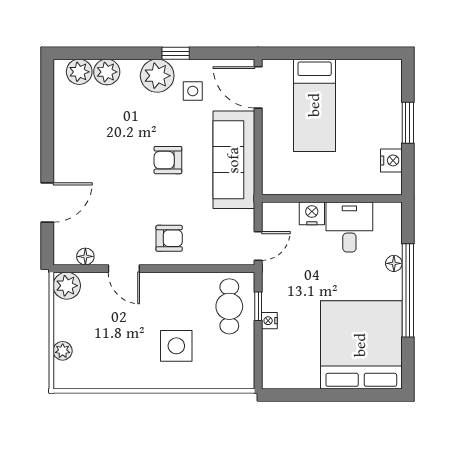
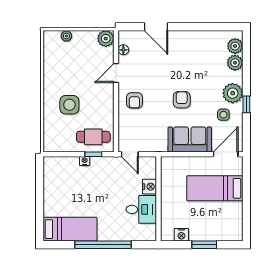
sofa: (234, 160) -> (190, 139), width x0.73
floor lamp: (394, 263) -> (119, 236), removed
bed: (361, 345) -> (70, 229), width x0.49

